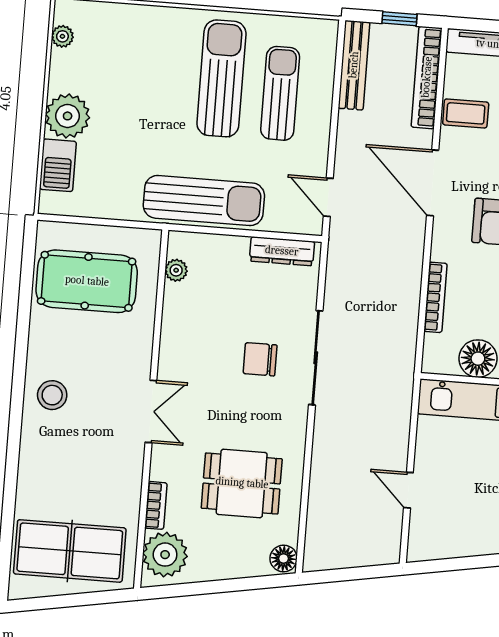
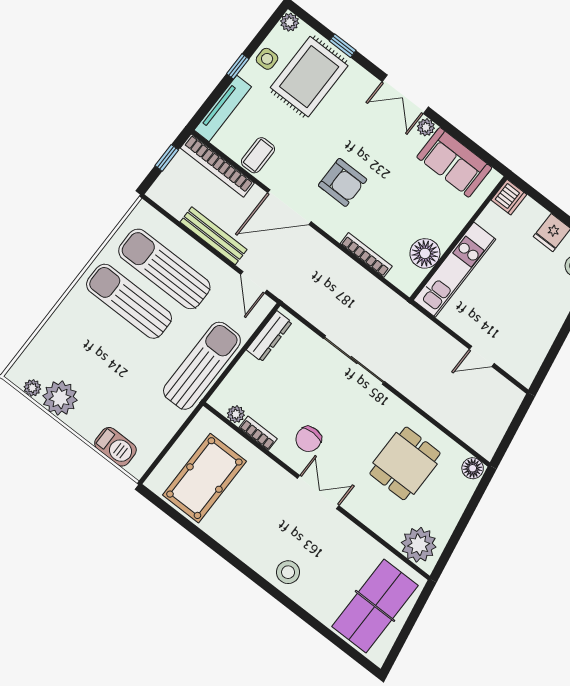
bench: (354, 65) -> (214, 236), moved
sun lounger: (280, 93) -> (164, 269), width x1.36, depth x1.34
plant: (68, 116) -> (60, 398), moved
door: (328, 197) -> (254, 282), hinge flipped
chair: (260, 359) -> (308, 439), moved
stool: (52, 395) -> (288, 572), moved
bookcase: (156, 505) -> (258, 433), moved

